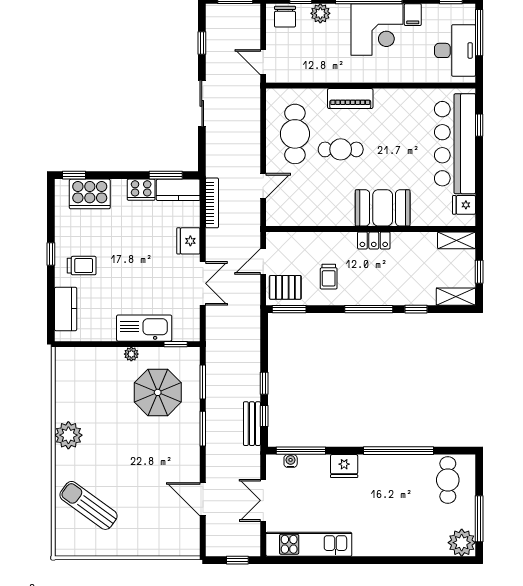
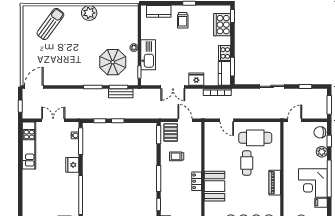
piano: (350, 99) -> (275, 183), moved
bench: (252, 424) -> (121, 93), moved
door: (203, 499) -> (34, 87), moved

